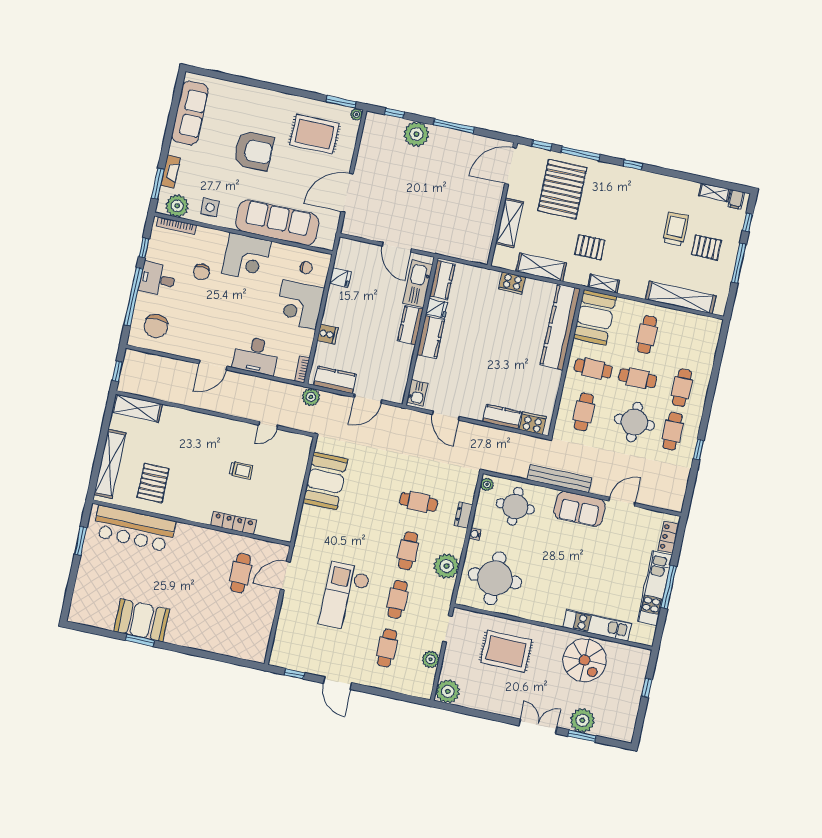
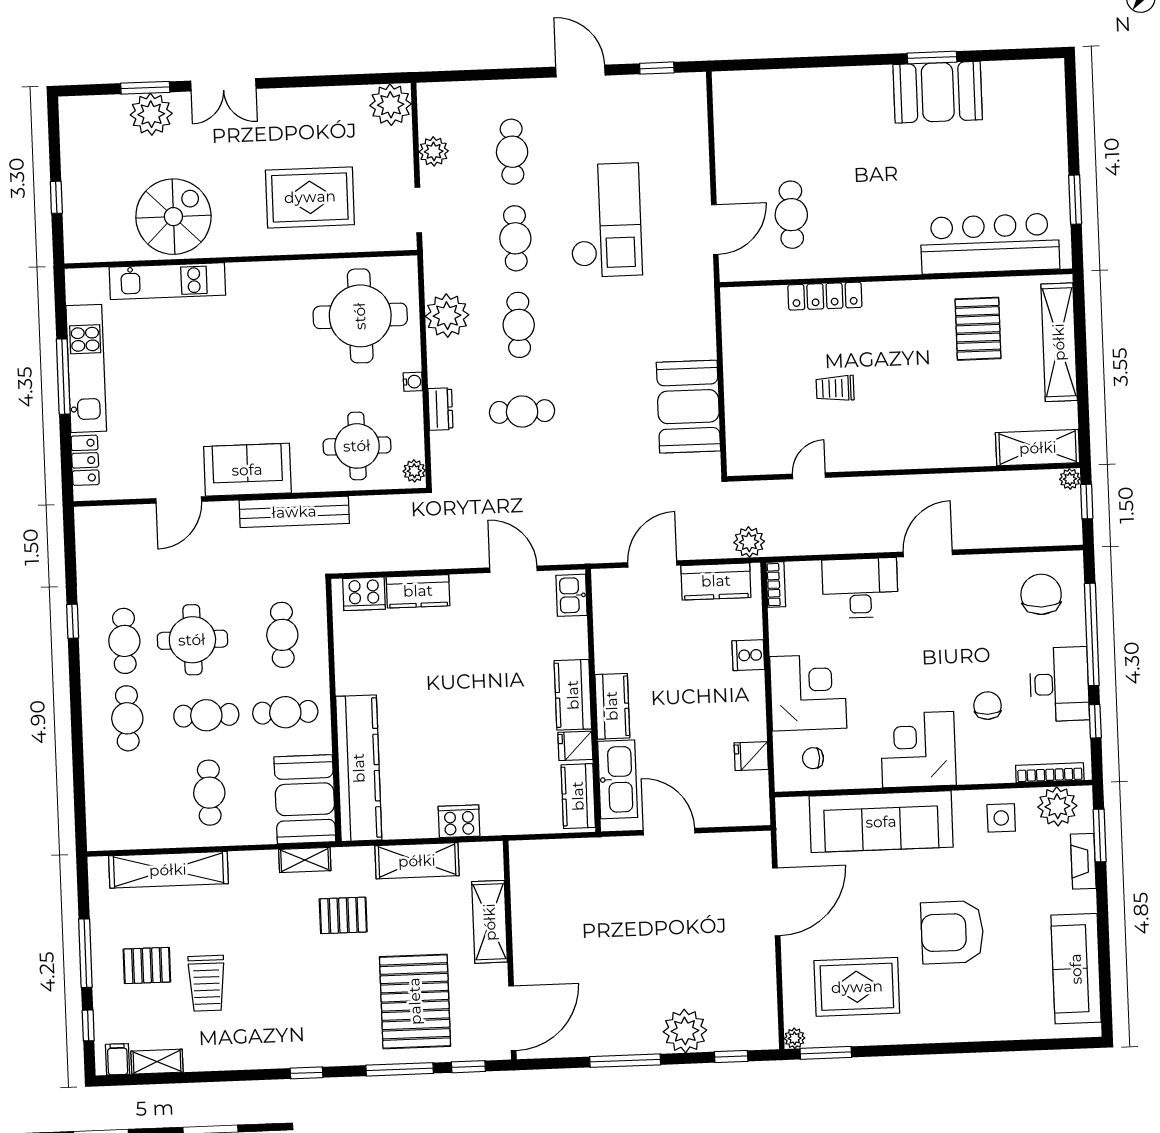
desk: (157, 279) -> (1059, 684), width x1.37
plant: (123, 386) -> (1070, 479), added
spiral stairs: (585, 660) -> (173, 217), turned 90

